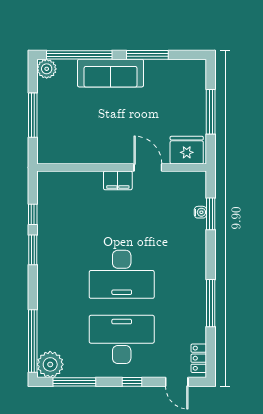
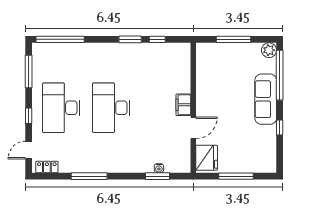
window: (147, 55) -> (280, 128), width x0.46
desk: (122, 339) -> (61, 108), turned 180
plant: (50, 364) -> (42, 53), removed

